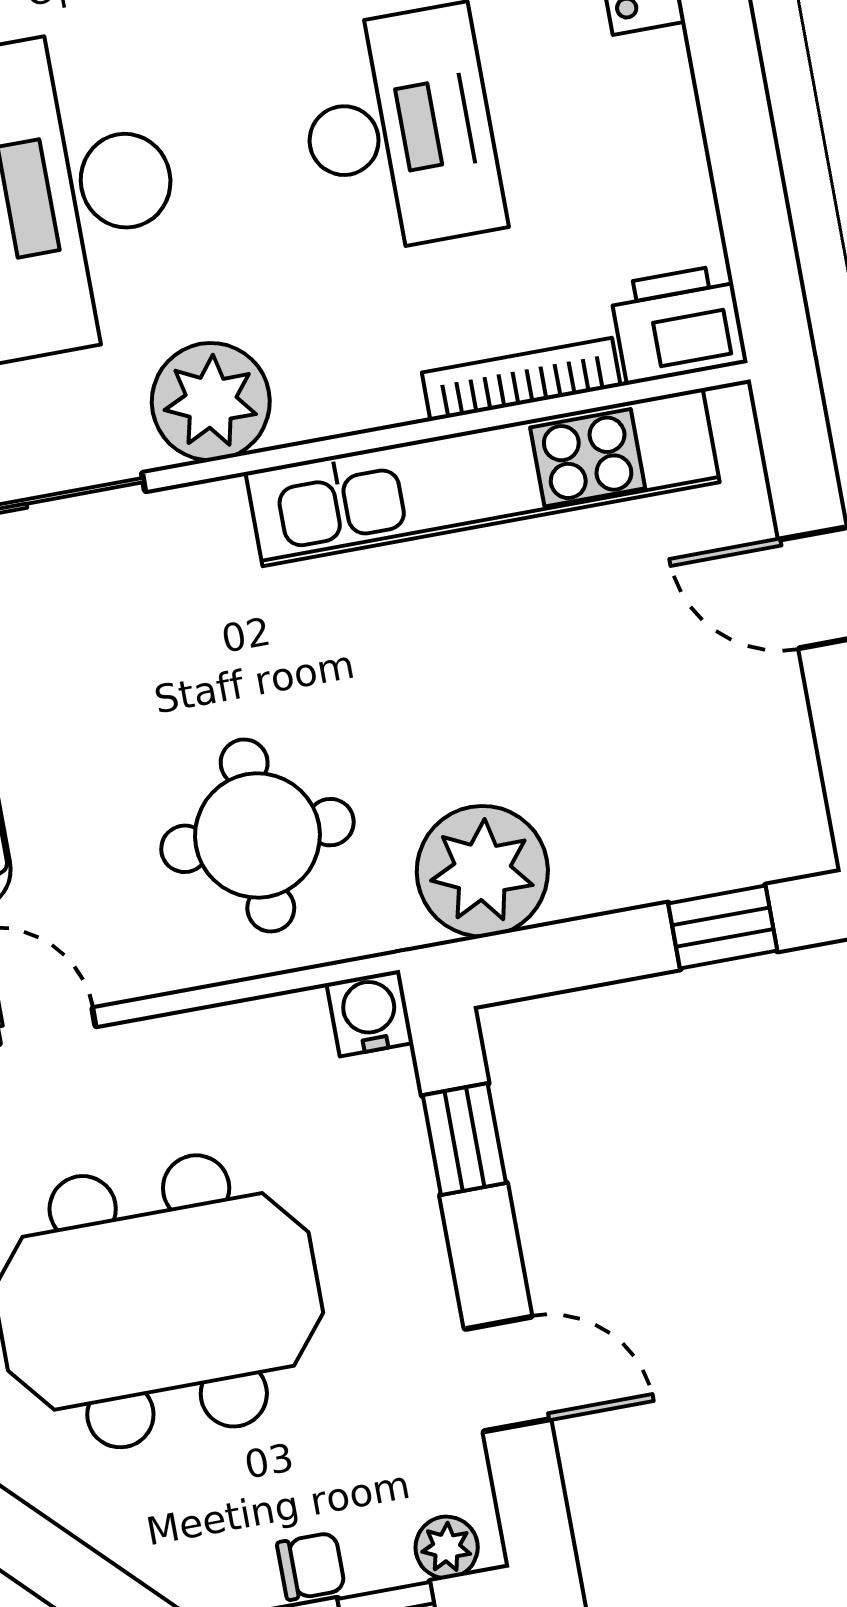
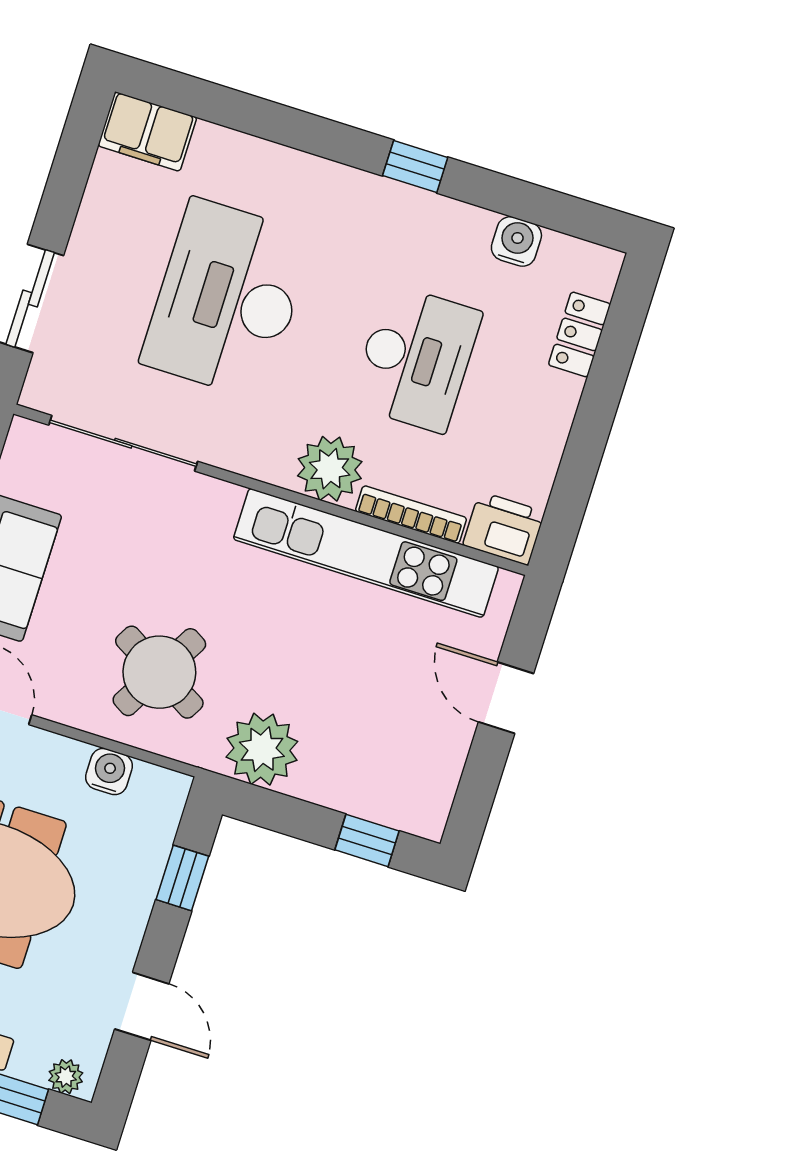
plant: (211, 402) -> (330, 469), moved
round table: (257, 835) -> (159, 672), turned 30
water cooler: (370, 1013) -> (109, 771), moved

